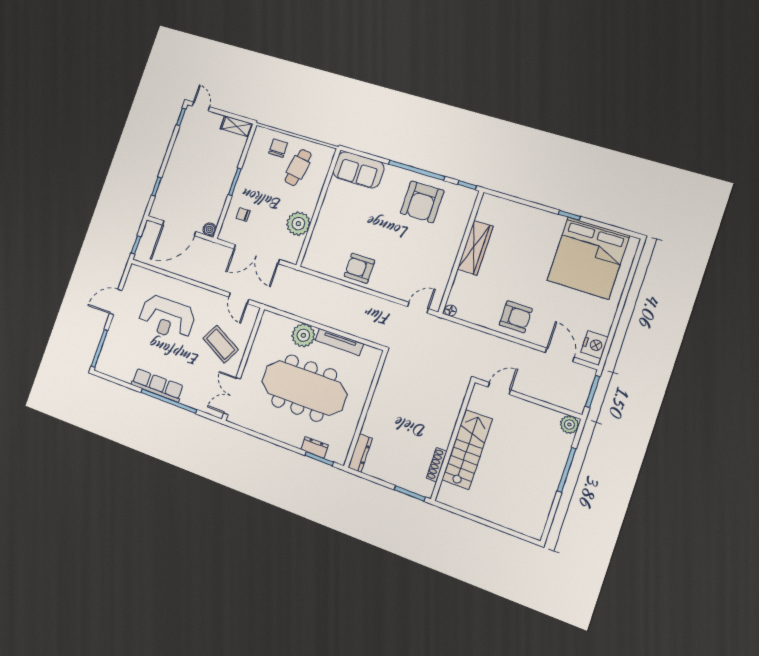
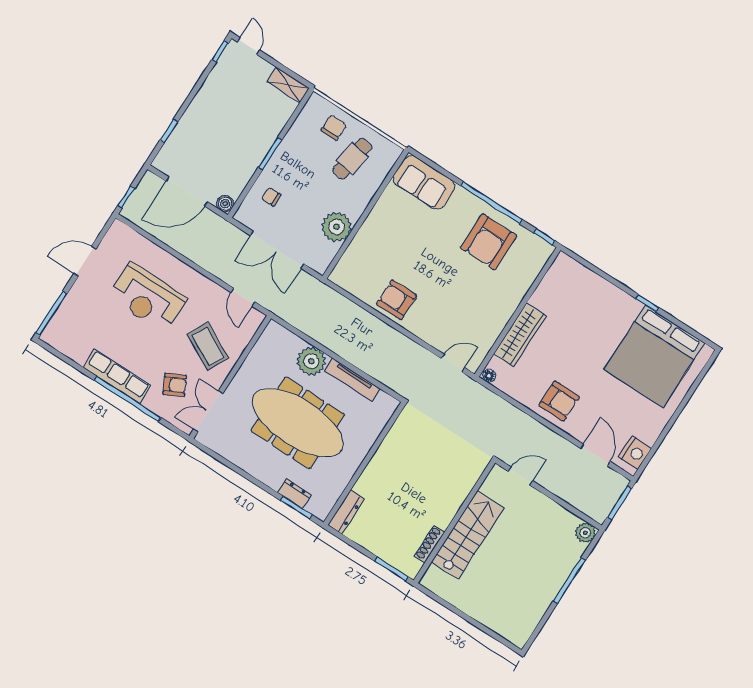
wardrobe: (475, 248) -> (520, 335), moved
armchair: (202, 381) -> (175, 385), added

